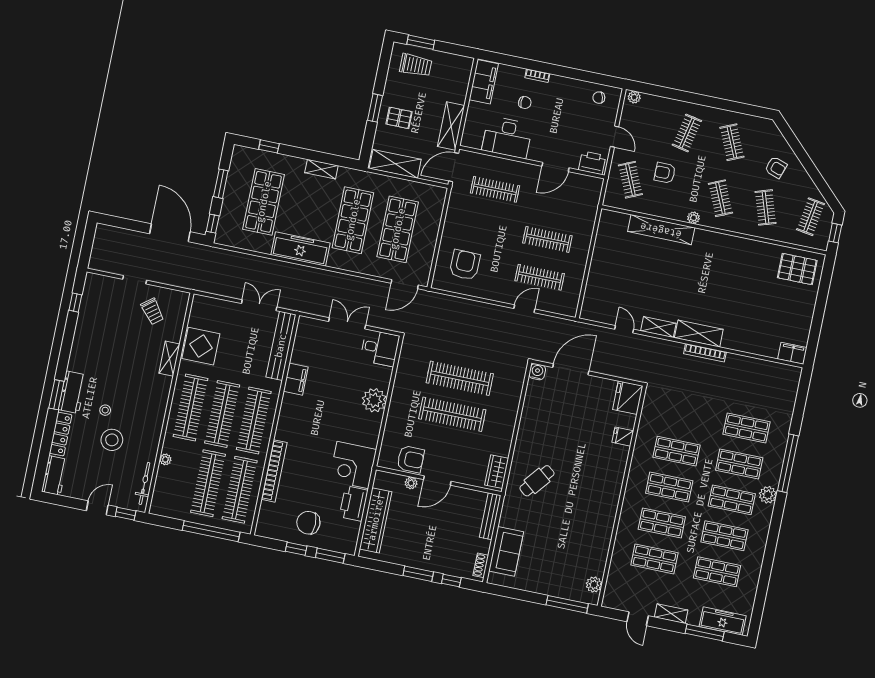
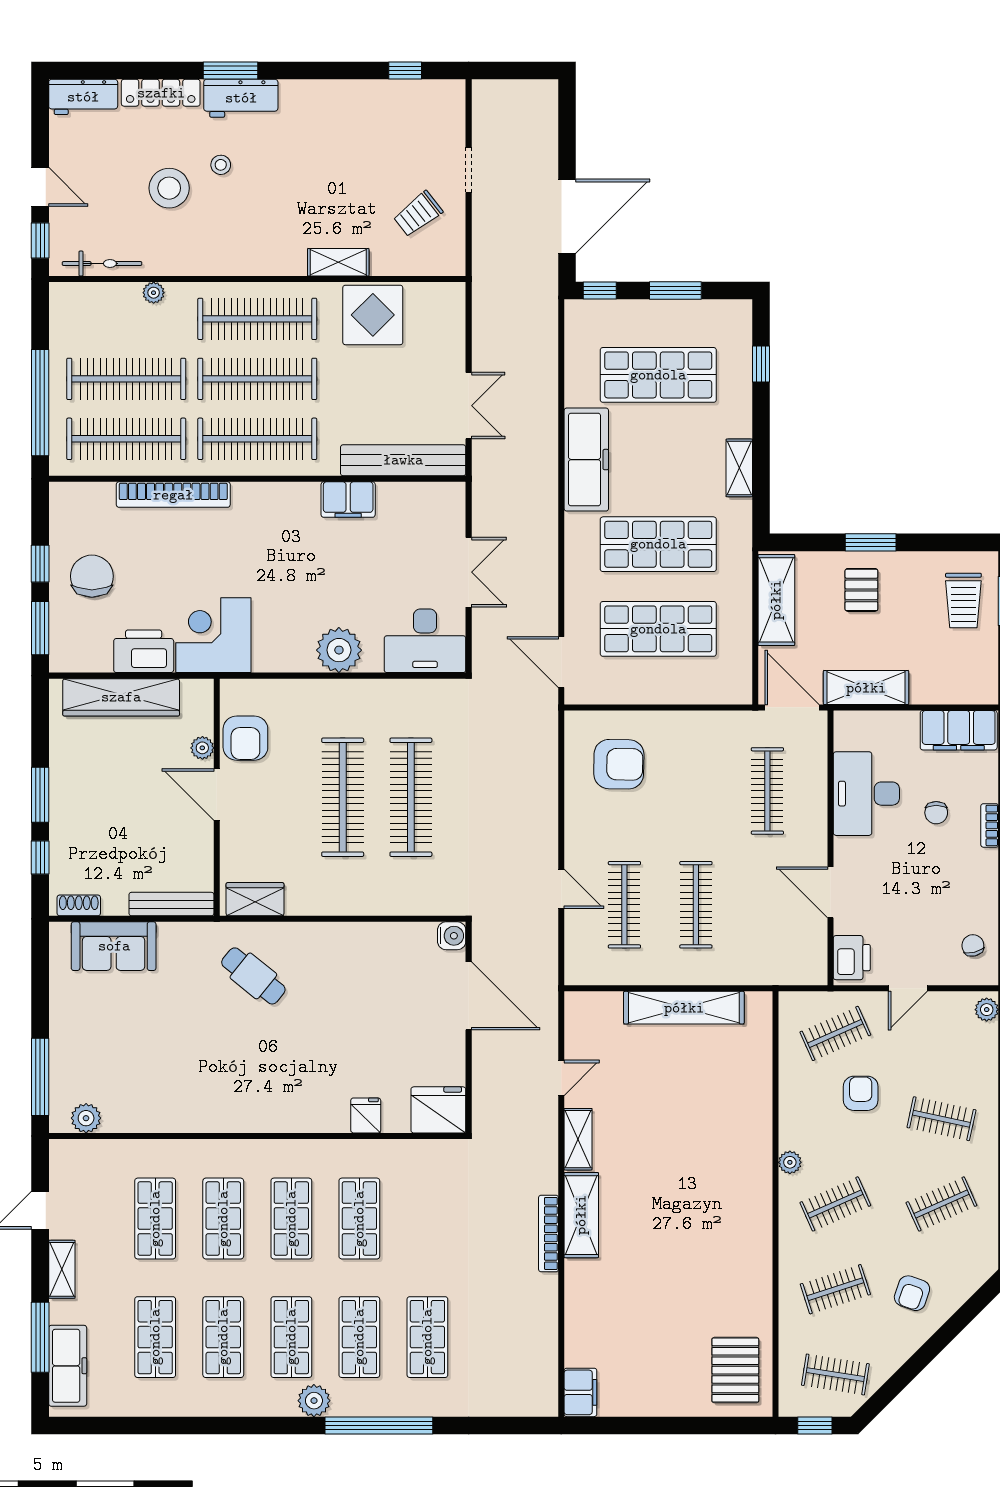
shelving: (661, 230) -> (684, 1008), moved, turned 90
desk: (380, 348) -> (425, 641), width x1.37

